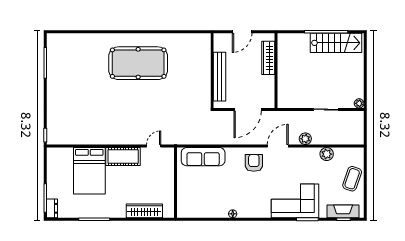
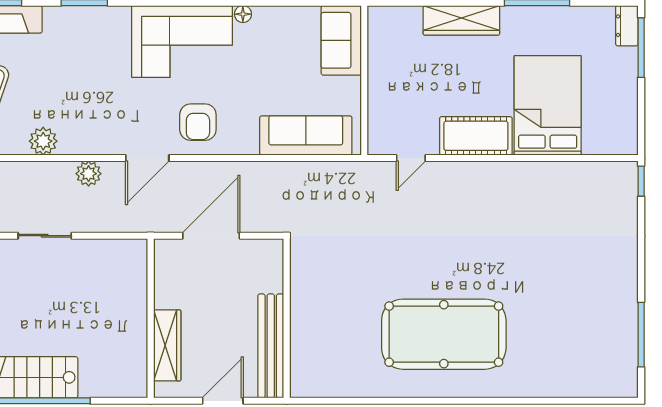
bench: (220, 77) -> (271, 346), moved
sofa: (186, 201) -> (341, 40), added
corner sofa: (295, 201) -> (182, 41), moved
wardrobe: (144, 211) -> (461, 20), moved

